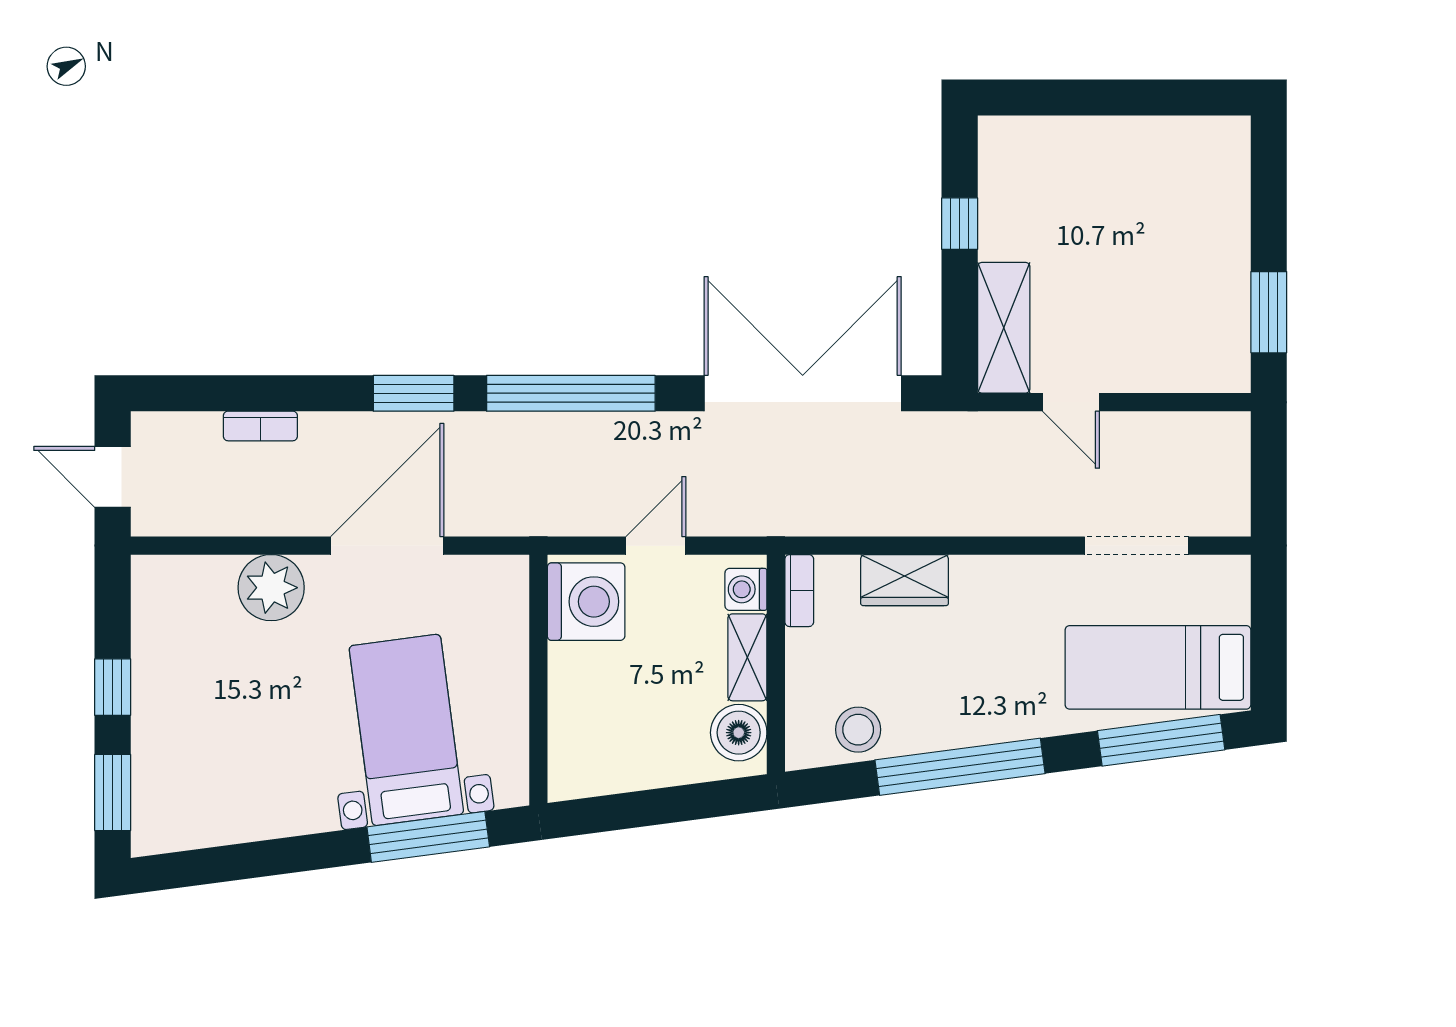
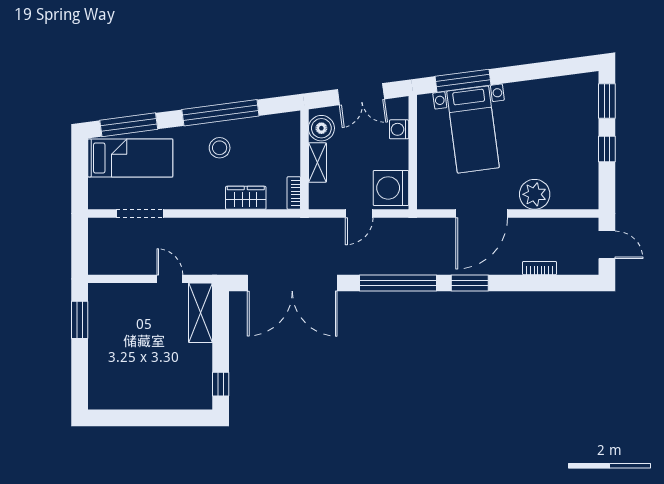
window: (960, 224) -> (221, 384), moved
washing machine: (746, 589) -> (399, 129), moved, turned 180
stool: (858, 730) -> (220, 148), moved
double door: (652, 807) -> (361, 94), added

